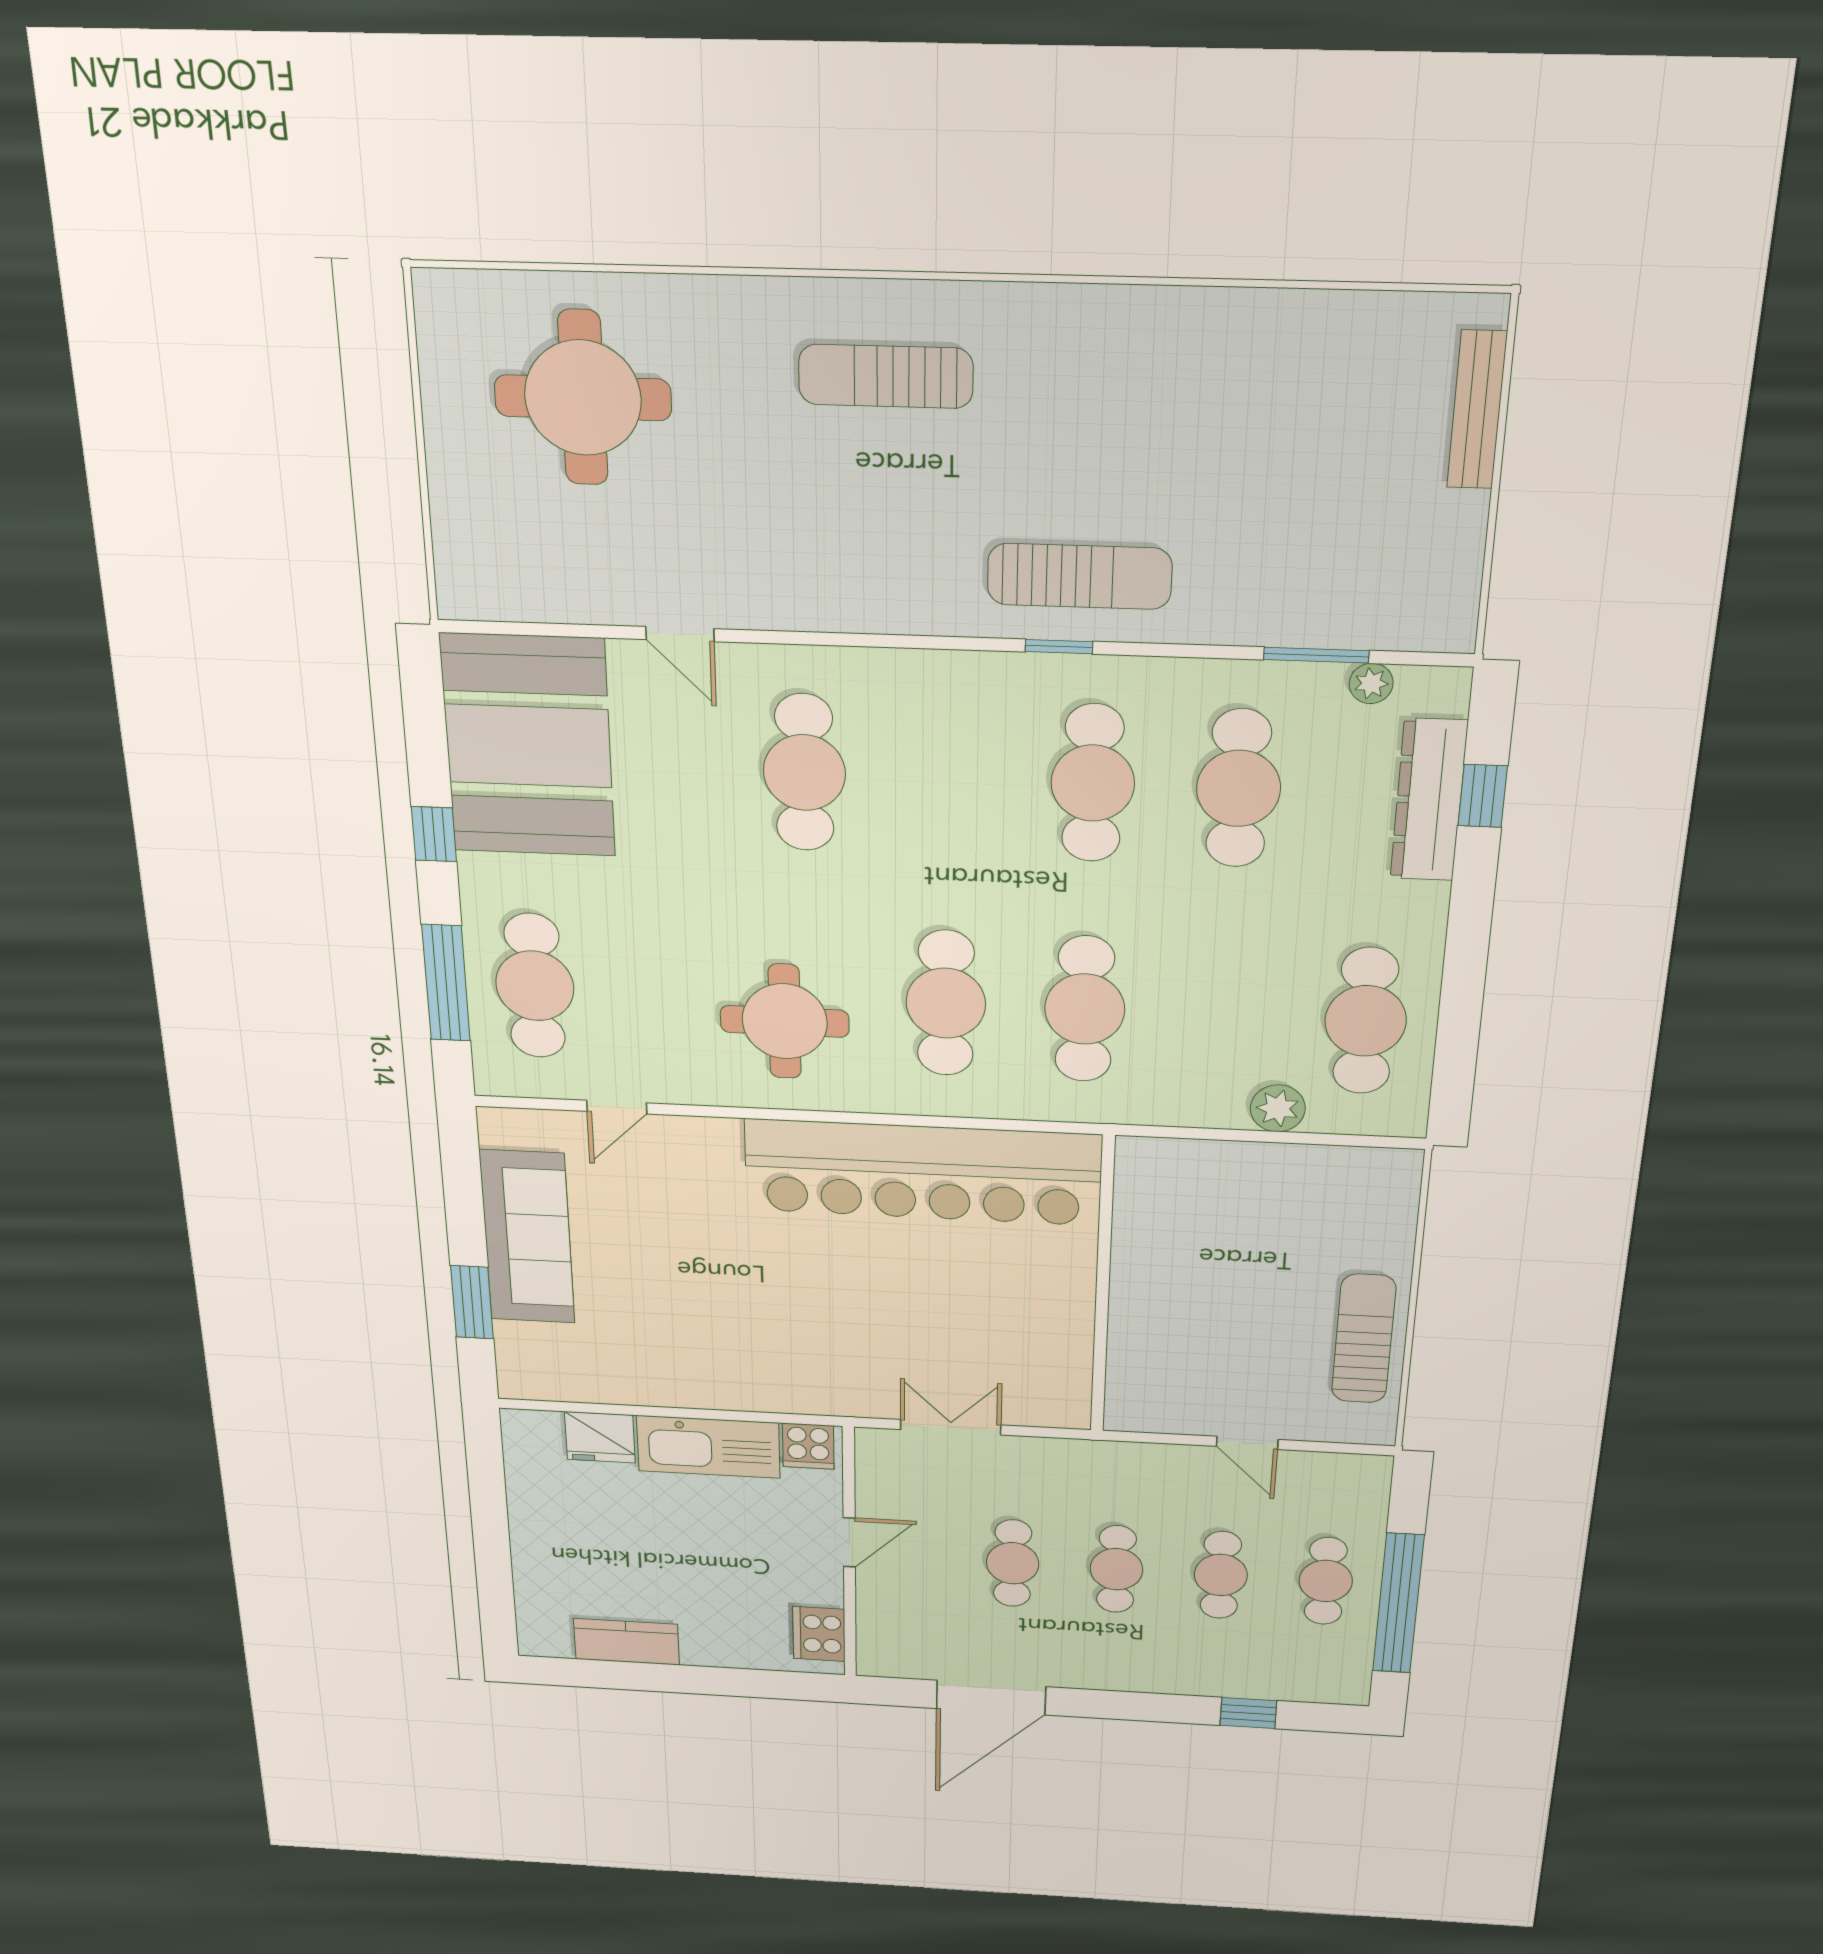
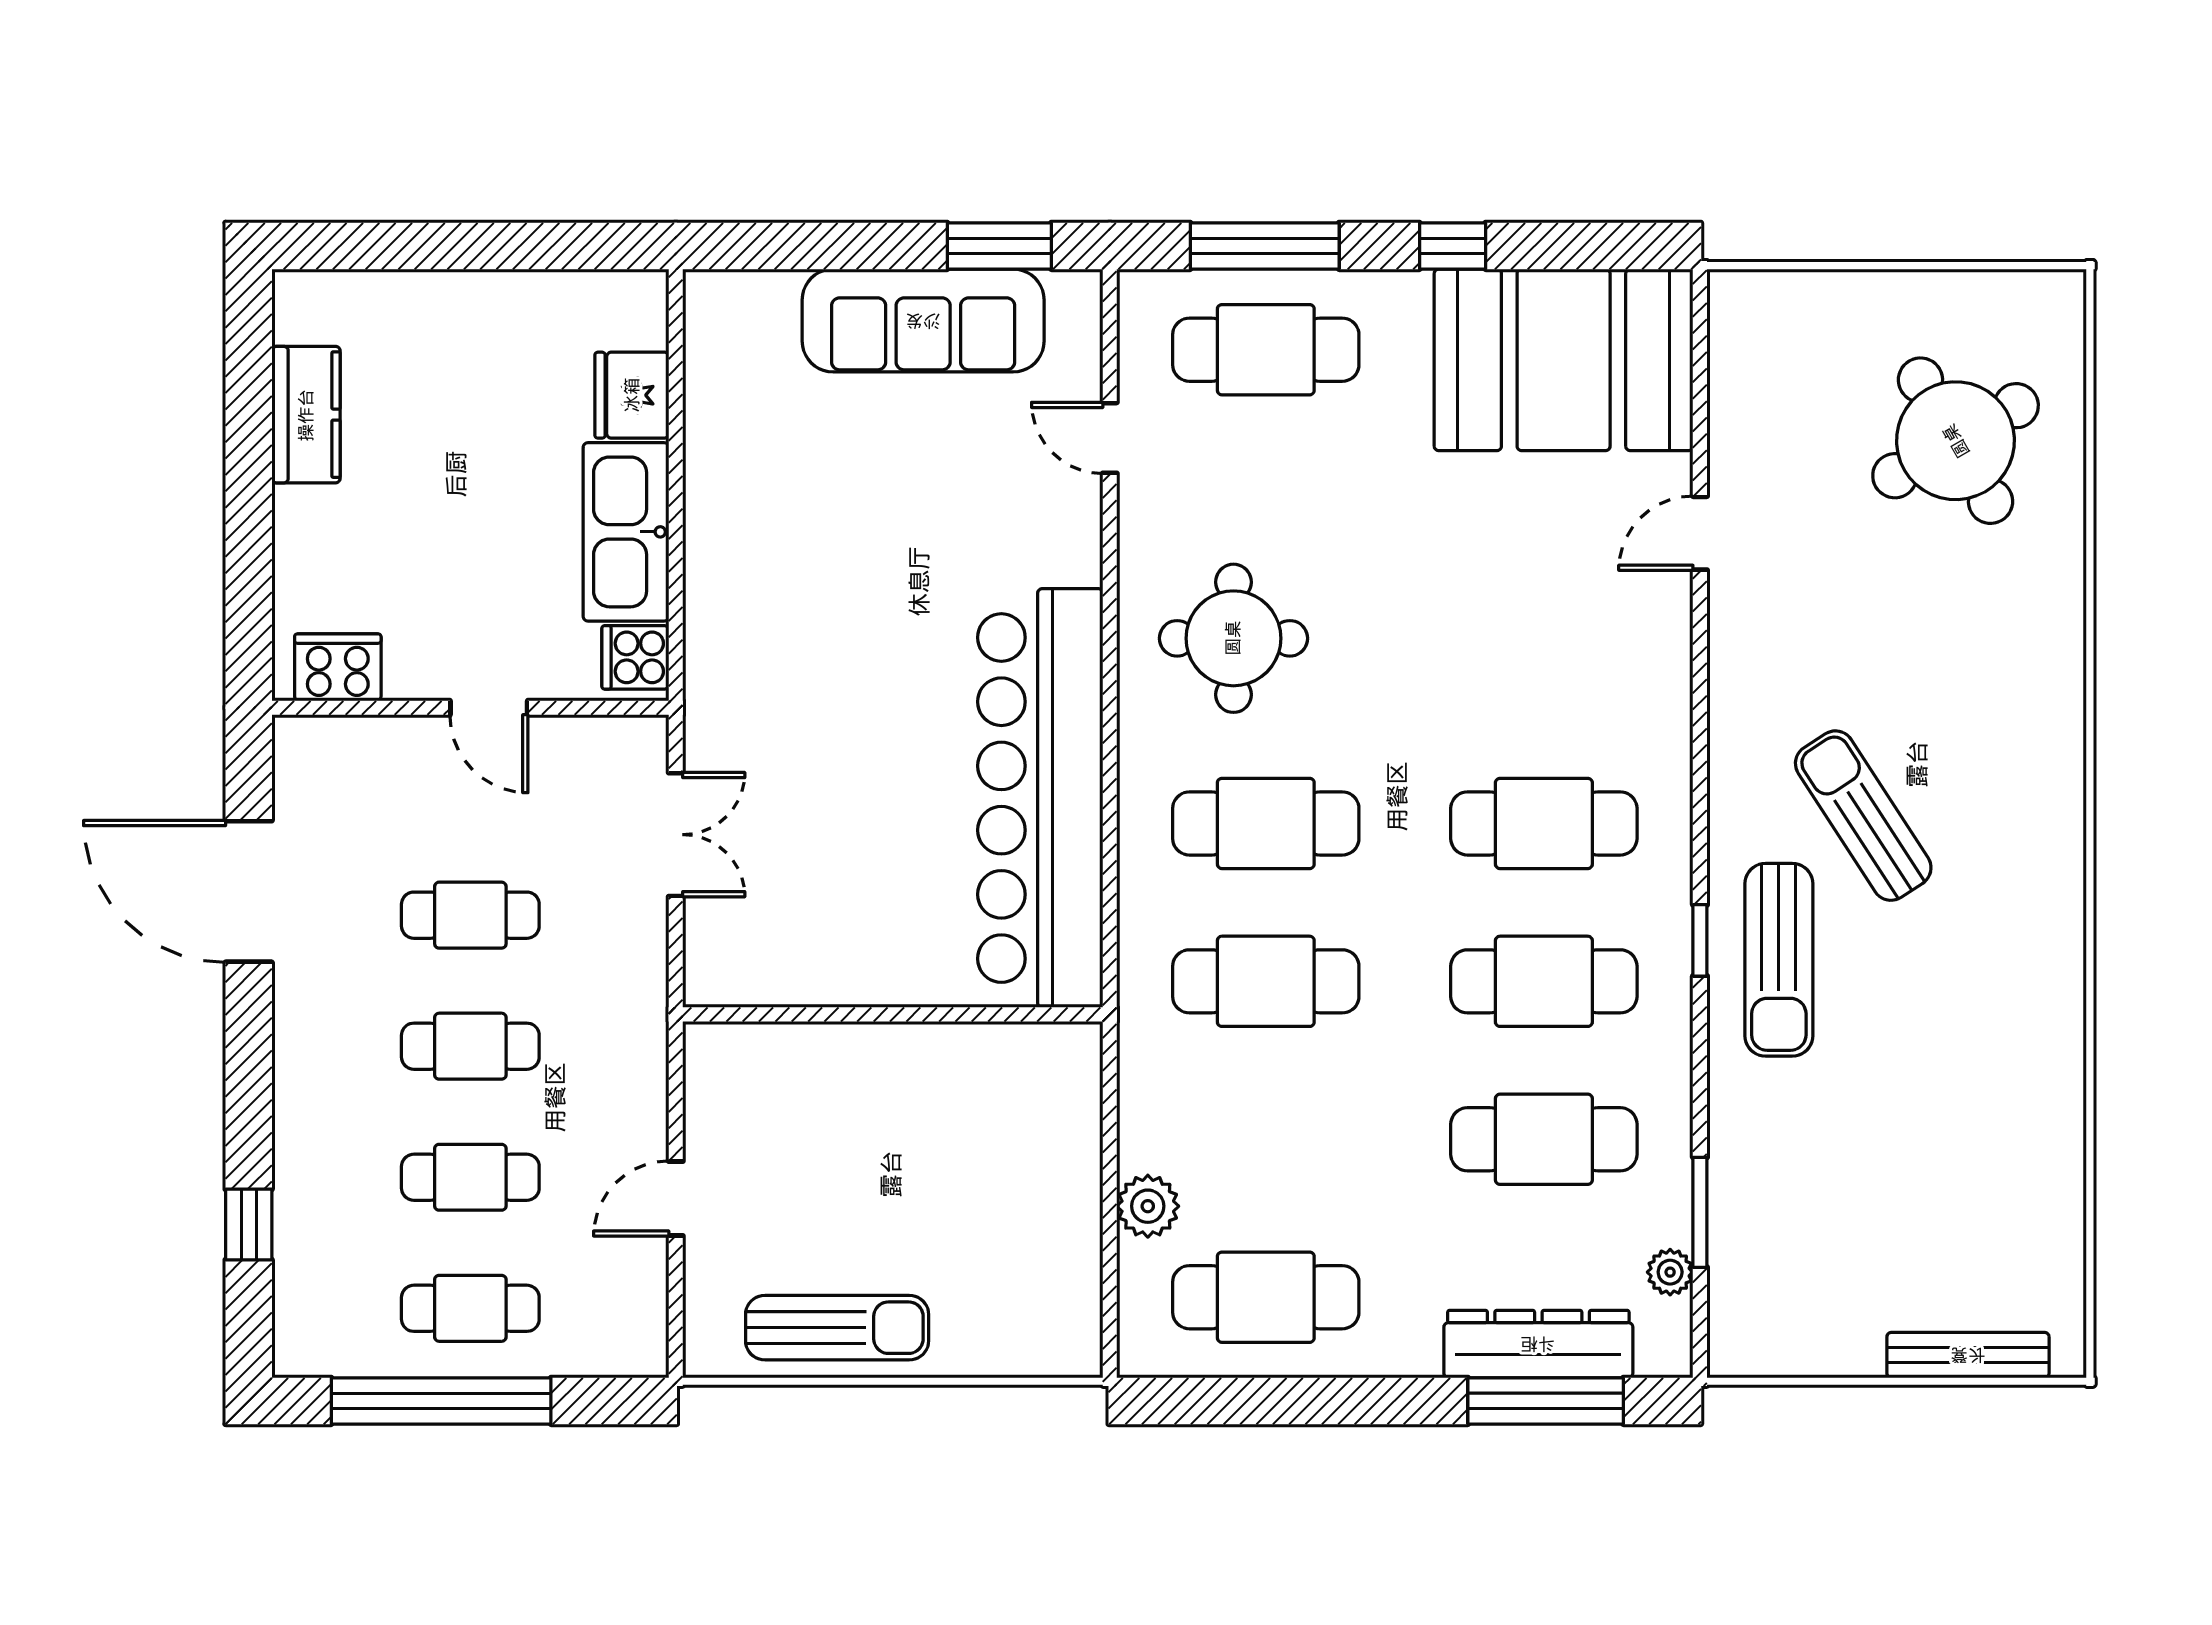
sun lounger: (886, 376) -> (1863, 816), moved, turned -33
round table: (583, 398) -> (1956, 441), turned -30
cafe table: (804, 773) -> (1544, 823), moved
window: (1483, 796) -> (1546, 1401), width x2.17
window: (472, 1302) -> (999, 246), moved

